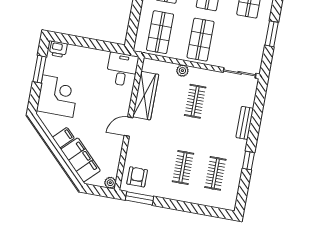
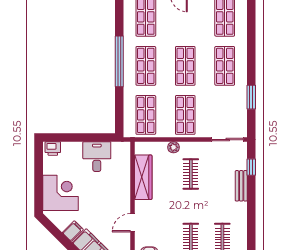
window: (40, 69) -> (39, 171), removed
desk: (122, 69) -> (97, 157), moved
door: (129, 127) -> (132, 223), moved
window: (248, 161) -> (251, 167), moved

